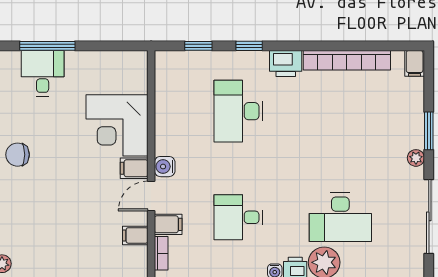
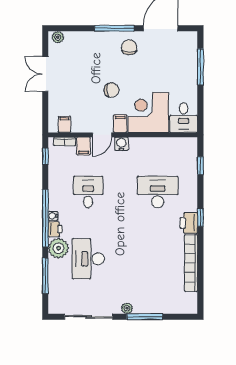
window: (249, 46) -> (200, 218), moved
filing cabinet: (415, 63) -> (189, 307), removed
desk: (43, 73) -> (184, 118), moved, turned 90
window: (429, 131) -> (145, 317), width x1.44
chair: (83, 182) -> (111, 90), added
door: (151, 196) -> (102, 135), swing flipped
filing cabinet: (135, 235) -> (64, 124), moved

